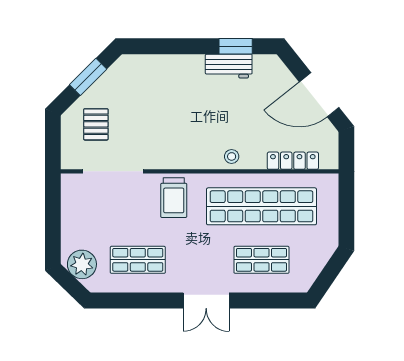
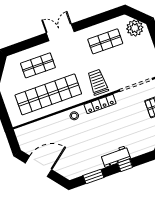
window: (177, 46) -> (125, 165), added
workbench: (229, 66) -> (116, 156), moved
locker: (293, 161) -> (100, 104), moved

